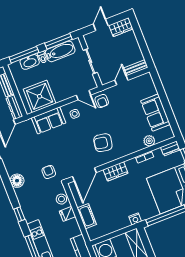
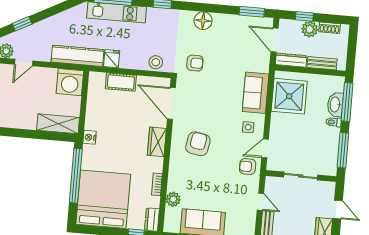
bathtub: (60, 51) -> (330, 146), removed
fridge: (67, 214) -> (112, 59), moved

